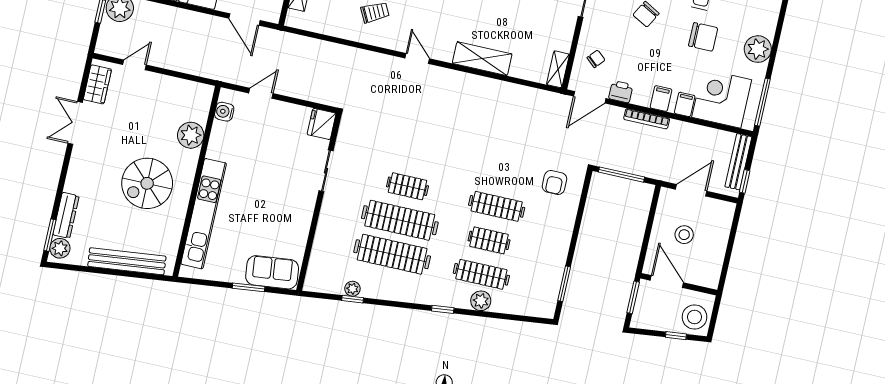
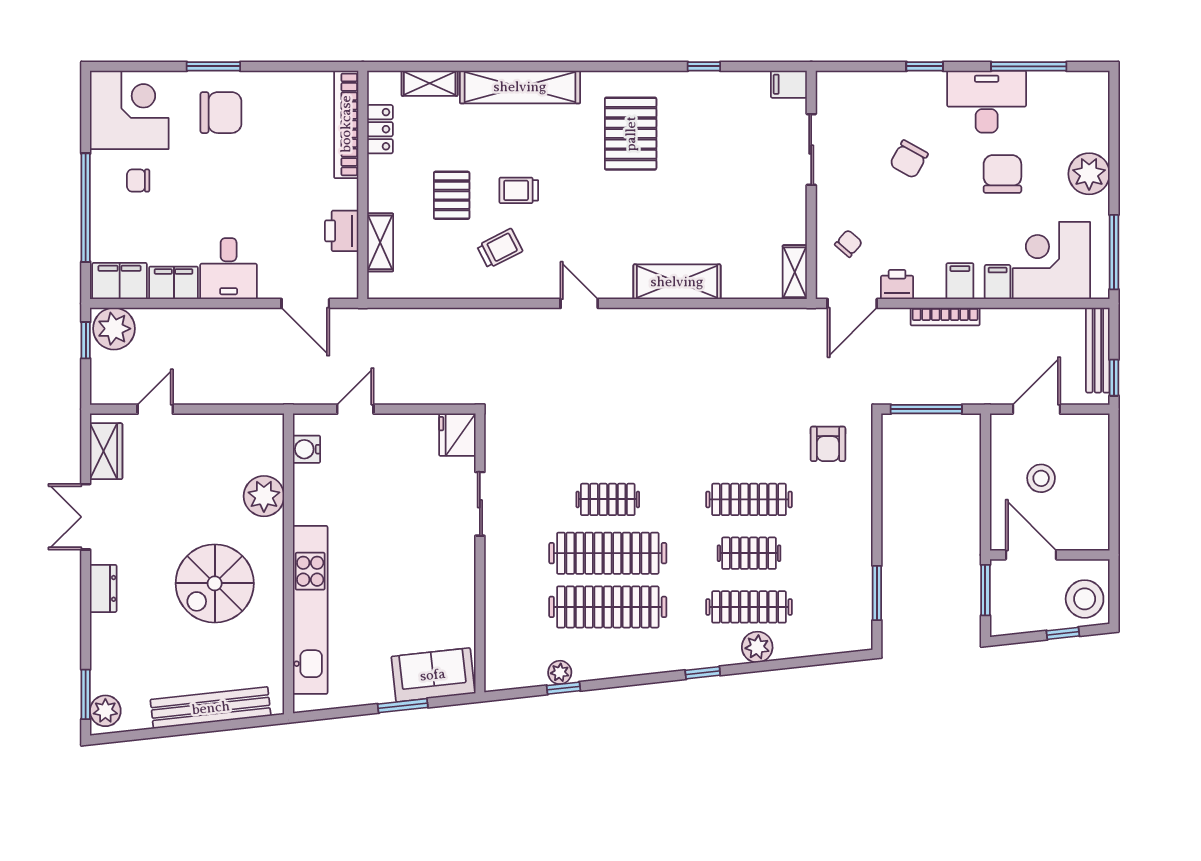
chair: (703, 37) -> (1002, 174), turned -90
dresser: (66, 215) -> (103, 588), moved, width x0.70

